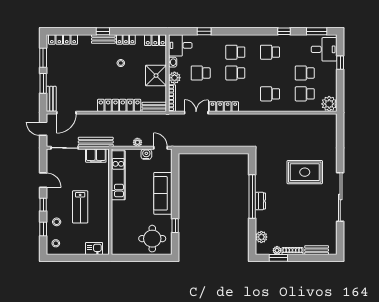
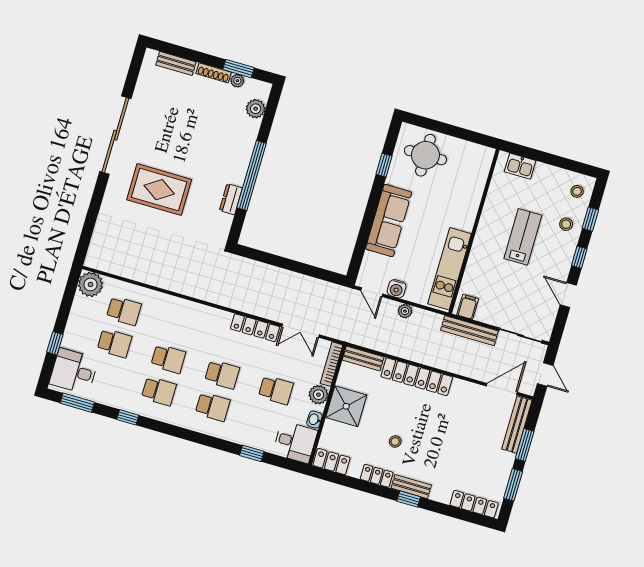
school desk: (270, 94) -> (168, 359), moved
bench: (51, 99) -> (517, 425), width x1.36
filing cabinet: (96, 156) -> (468, 307), width x0.50
dresser: (260, 201) -> (231, 199), moved

